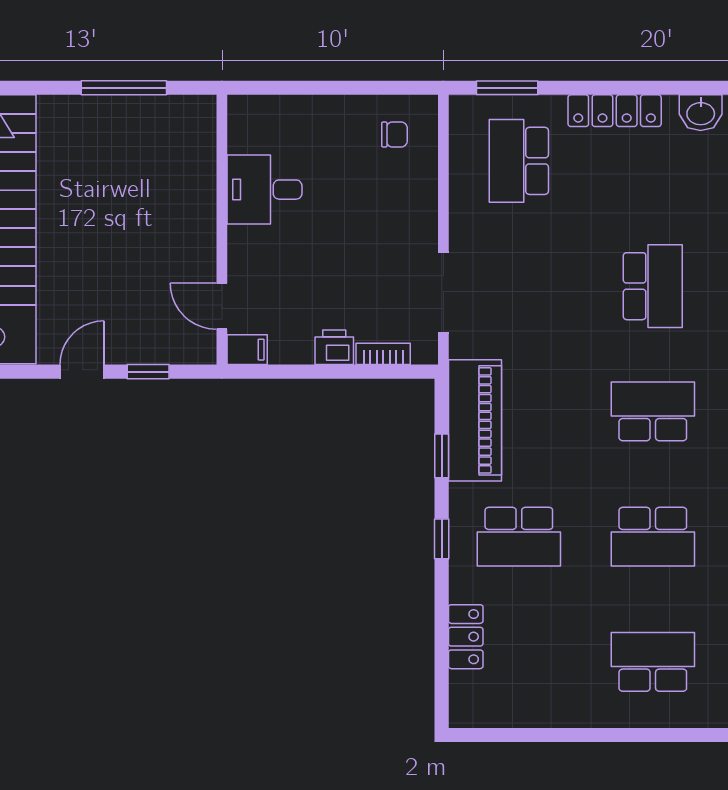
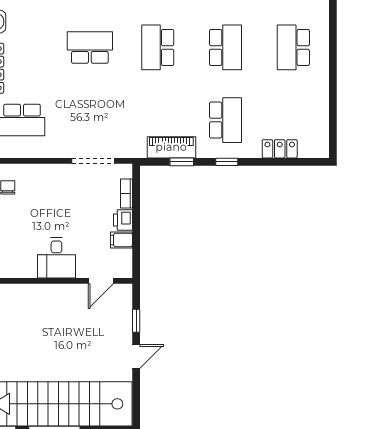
desk: (264, 190) -> (56, 258), moved
filing cabinet: (247, 350) -> (122, 240), moved, turned -90
door: (82, 372) -> (136, 357), swing flipped
piano: (475, 420) -> (171, 147), width x0.73, depth x0.75

